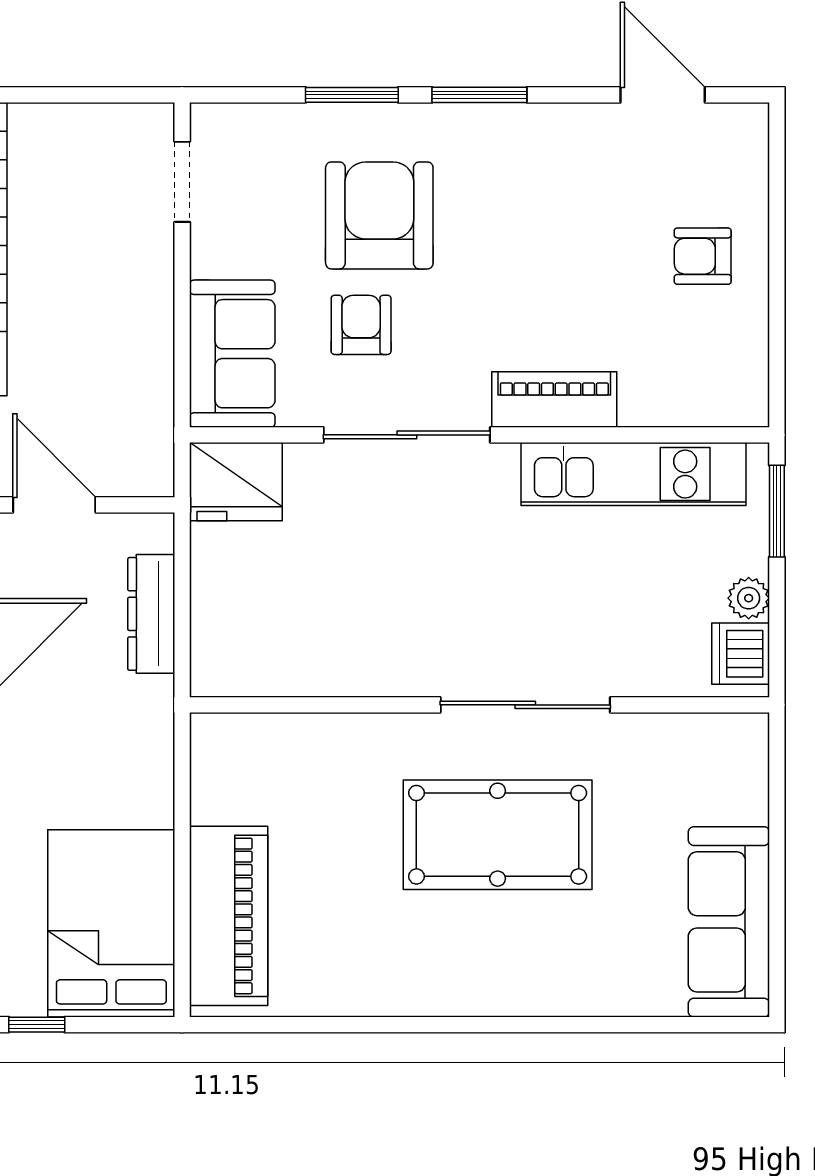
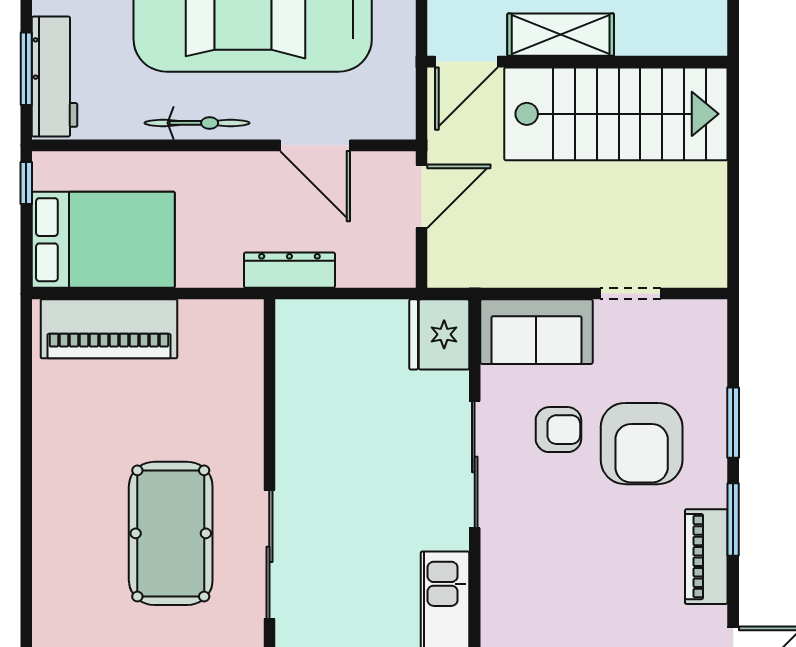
doorway: (182, 182) -> (631, 294), moved
armchair: (379, 215) -> (642, 444), turned 90
piano: (554, 399) -> (706, 557), moved, turned 180
dresser: (151, 614) -> (289, 270), moved

